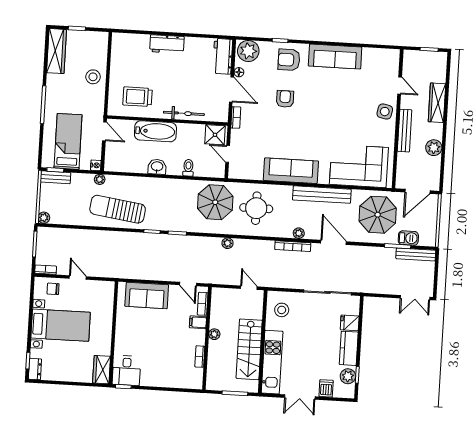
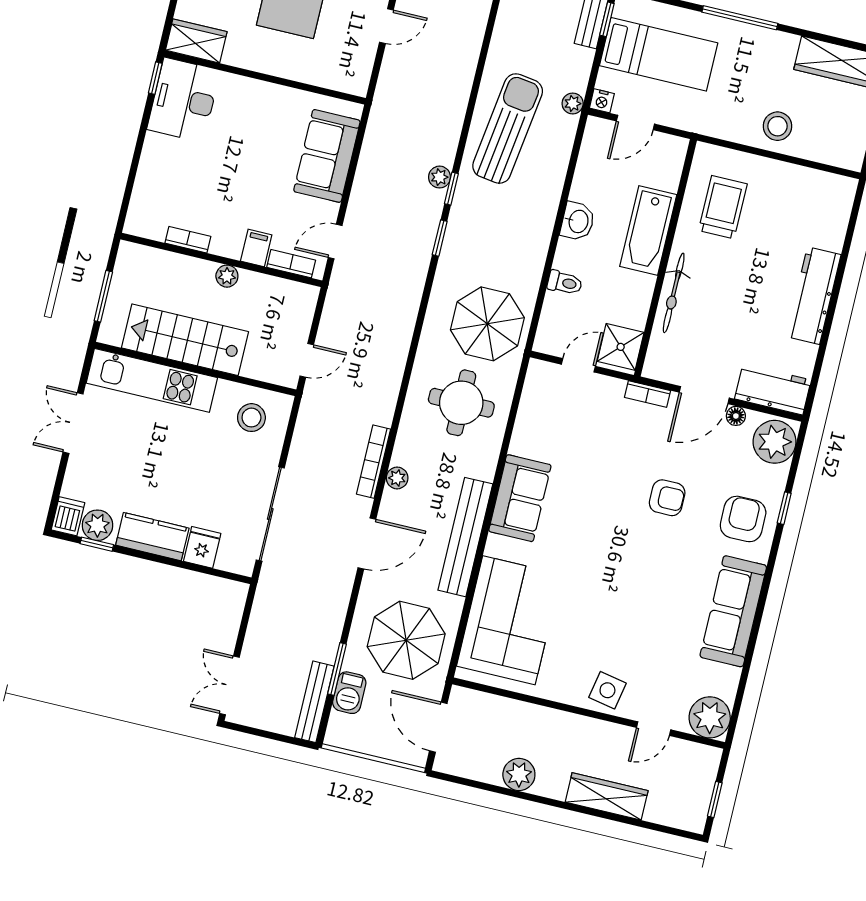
workbench: (167, 44) -> (814, 296), width x1.38
plant: (389, 59) -> (710, 717), added
door: (104, 131) -> (635, 123), moved
bench: (405, 131) -> (563, 723), removed
sofa: (291, 171) -> (520, 498), width x0.73
plant: (228, 243) -> (439, 177), moved
desk: (126, 370) -> (184, 100), width x1.37
dishwasher: (326, 388) -> (68, 516), moved, turned -90

